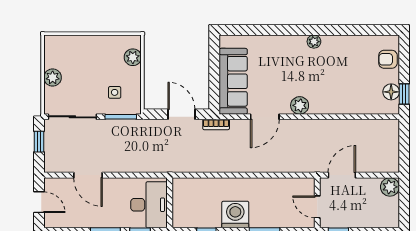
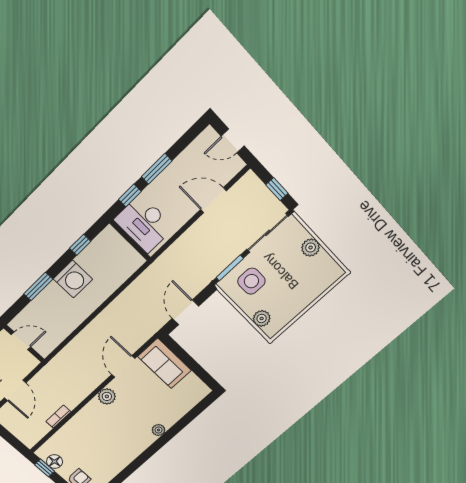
plant: (314, 42) -> (159, 430), moved
sofa: (233, 81) -> (165, 364), width x0.73
side table: (115, 92) -> (251, 281), width x1.87, depth x1.87
door: (182, 114) -> (185, 312), swing flipped
bookcase: (216, 125) -> (58, 417), moved
door: (342, 175) -> (15, 390), moved

